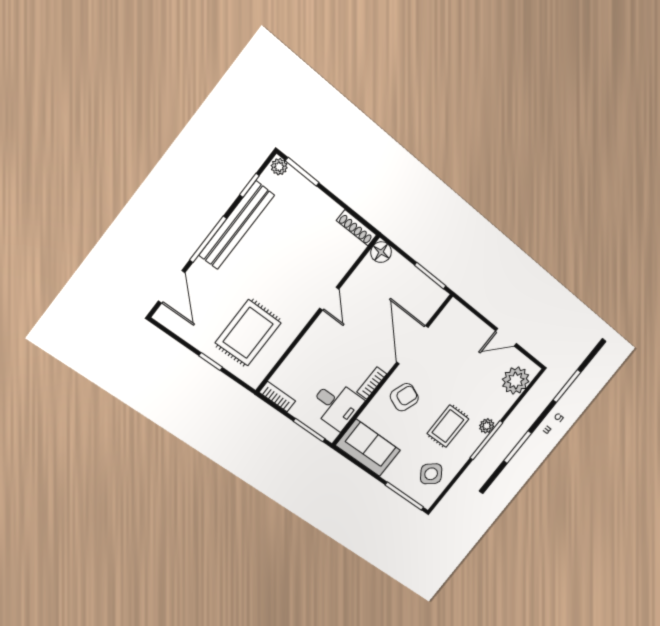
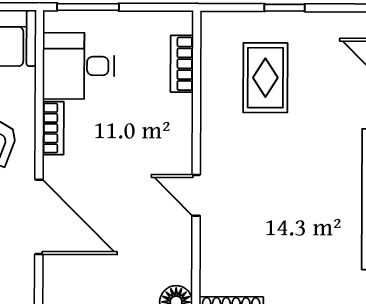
rug: (248, 333) -> (265, 78), width x0.73, depth x0.70
bookcase: (277, 397) -> (182, 64), moved, turned 90

